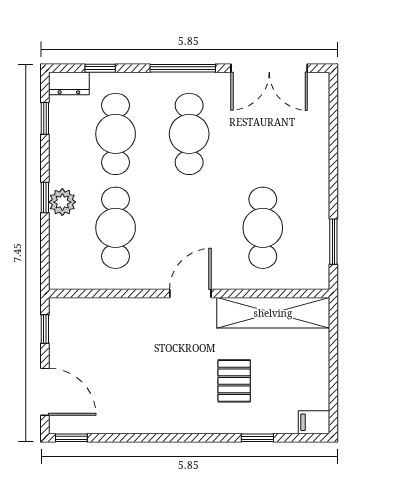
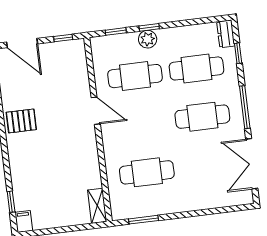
window: (45, 118) -> (116, 31), moved
door: (190, 293) -> (96, 111), moved
shelving: (273, 313) -> (97, 206), width x0.45, depth x0.75
pallet: (234, 381) -> (21, 121), moved
door: (45, 392) -> (22, 43), hinge flipped
window: (257, 438) -> (11, 202), moved

